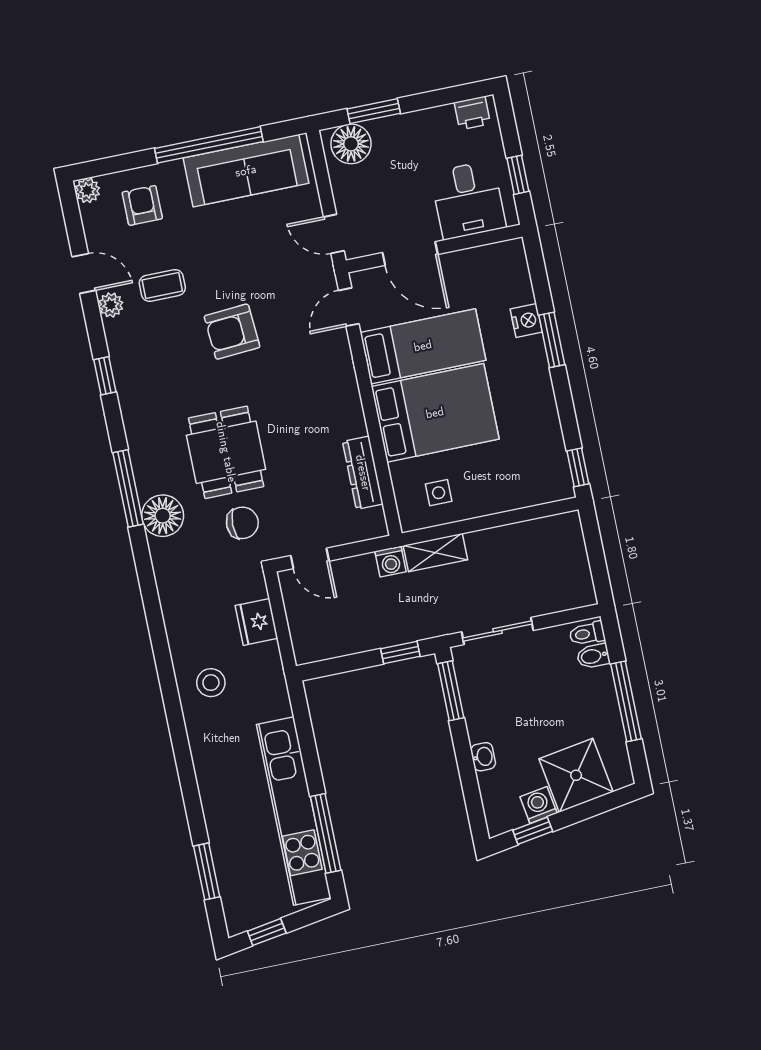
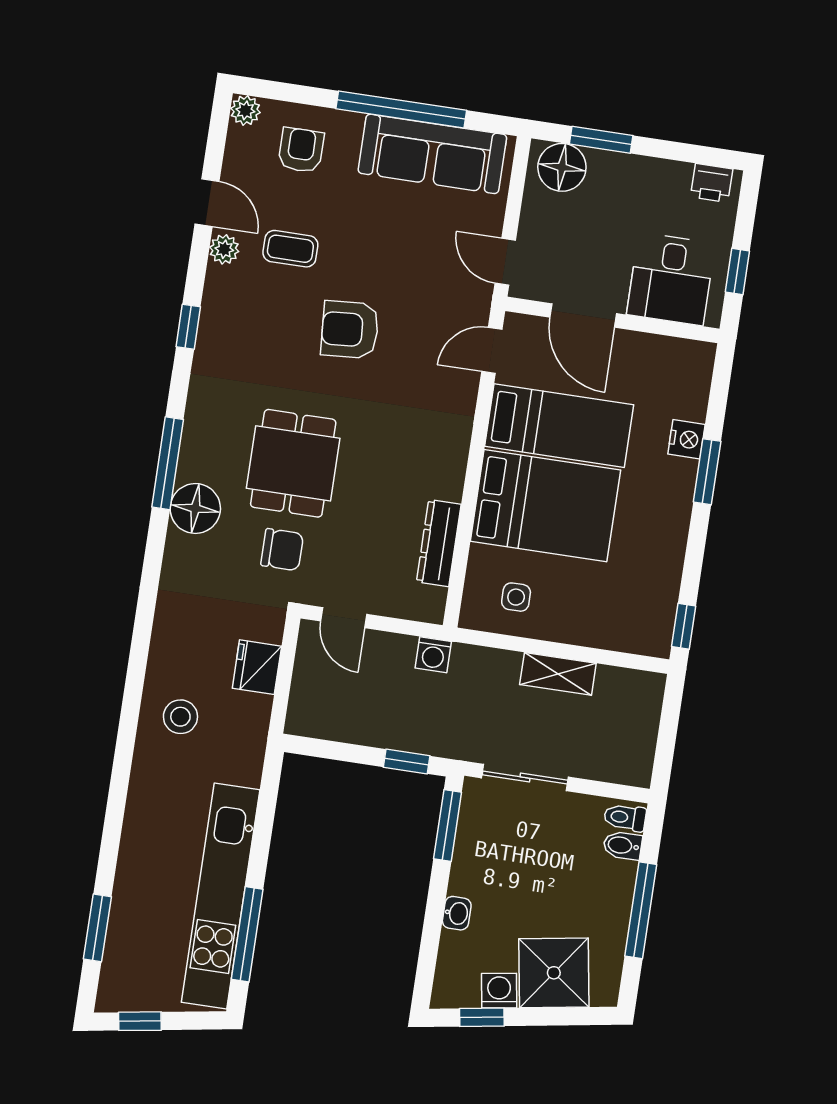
shelving: (435, 553) -> (558, 674), moved

